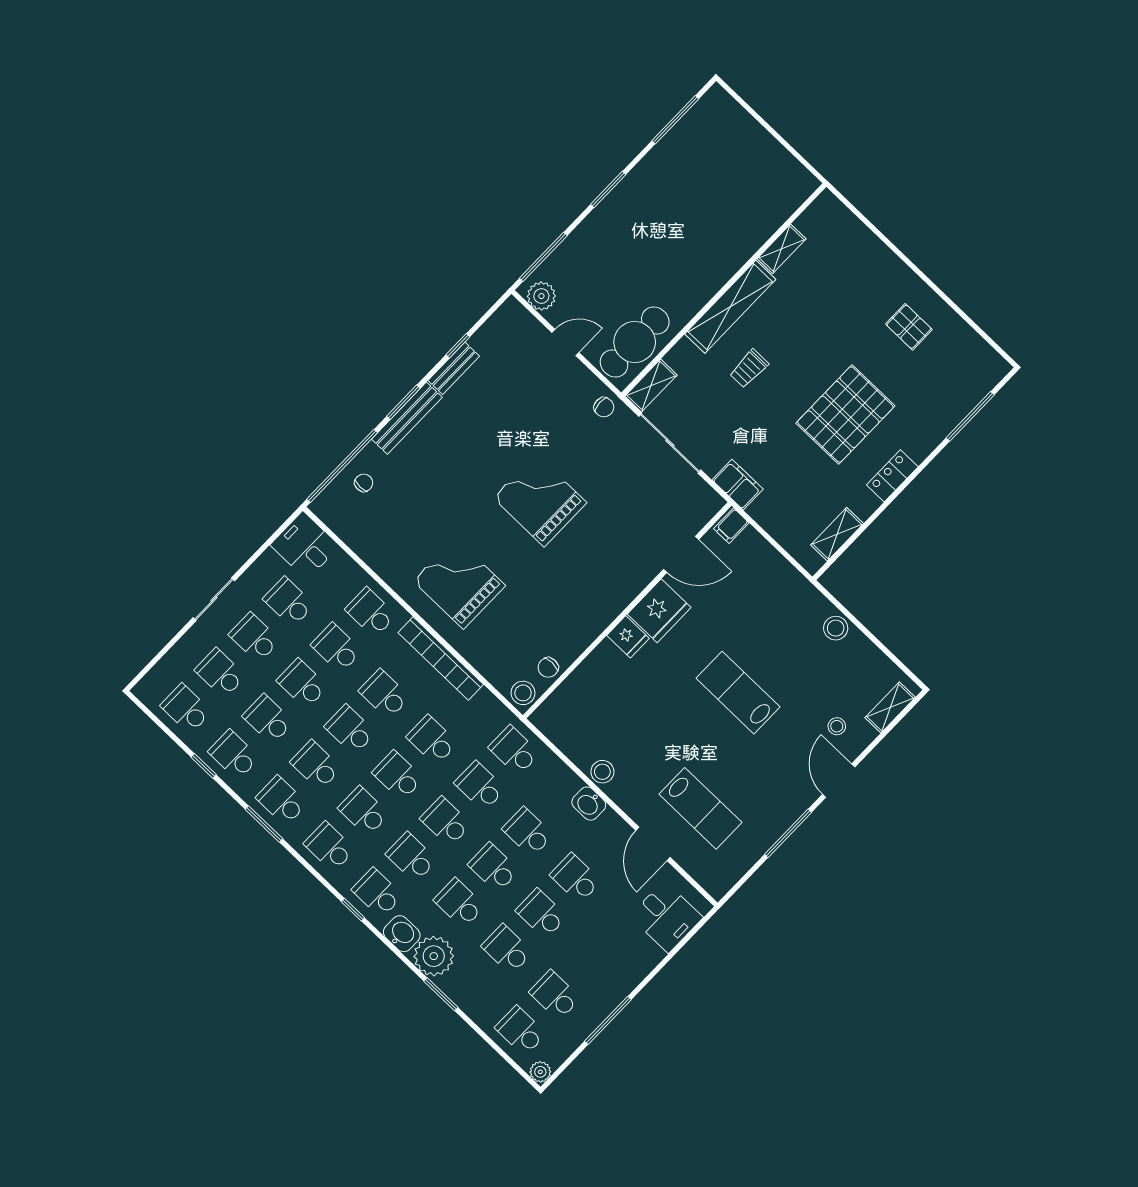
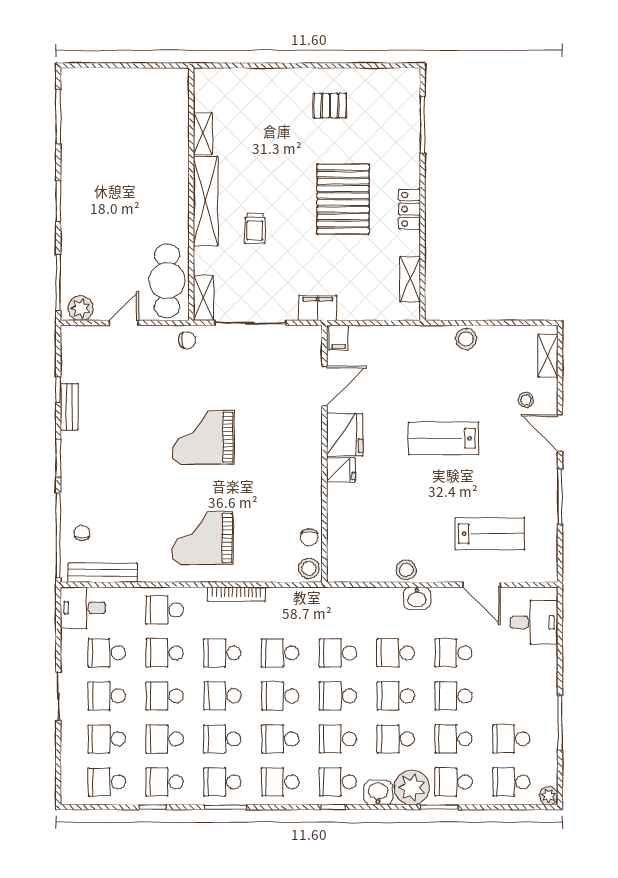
bench: (407, 418) -> (103, 573), moved, turned 90
bookcase: (441, 659) -> (236, 594), width x0.68, depth x0.76
school desk: (514, 750) -> (454, 782), moved

